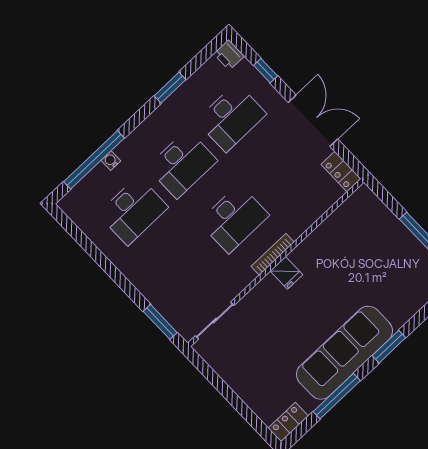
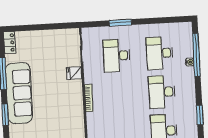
desk: (234, 219) -> (117, 56), moved
fridge: (286, 273) -> (74, 73), moved
window: (160, 322) -> (120, 23), moved

